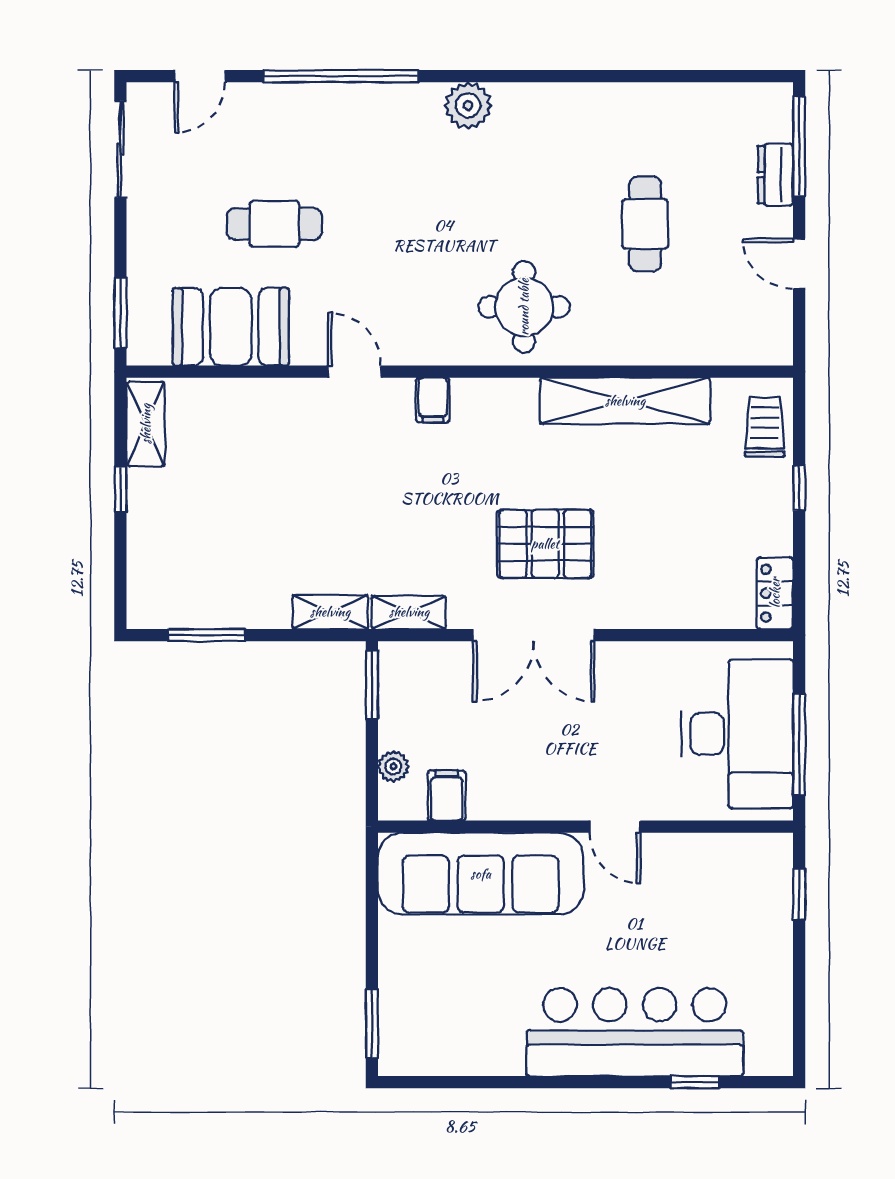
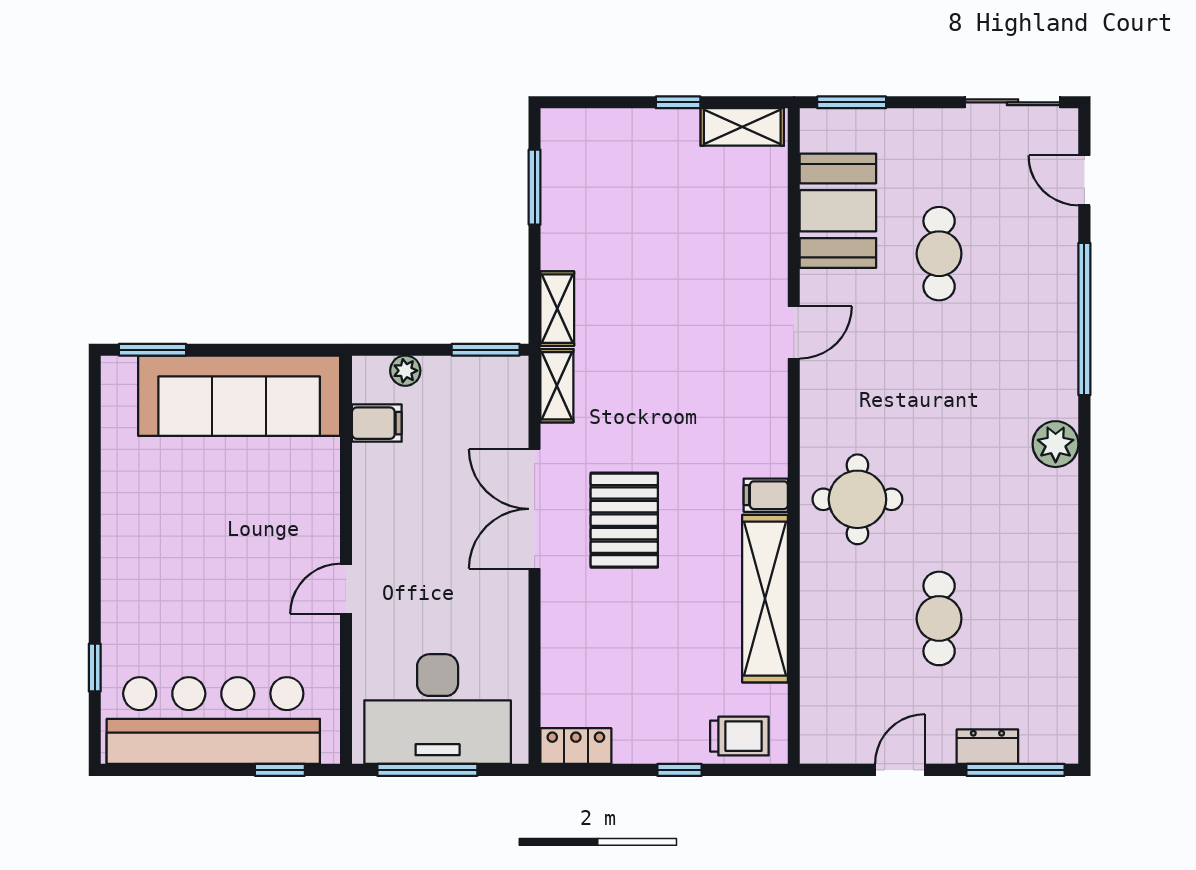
cafe table: (645, 224) -> (939, 618), turned 90
filing cabinet: (433, 400) -> (766, 495), moved
sofa: (481, 874) -> (239, 396), moved, turned -90
bar counter: (635, 1032) -> (213, 721), moved, turned -90

